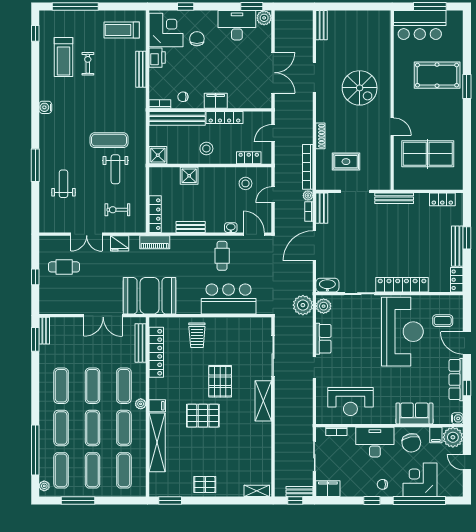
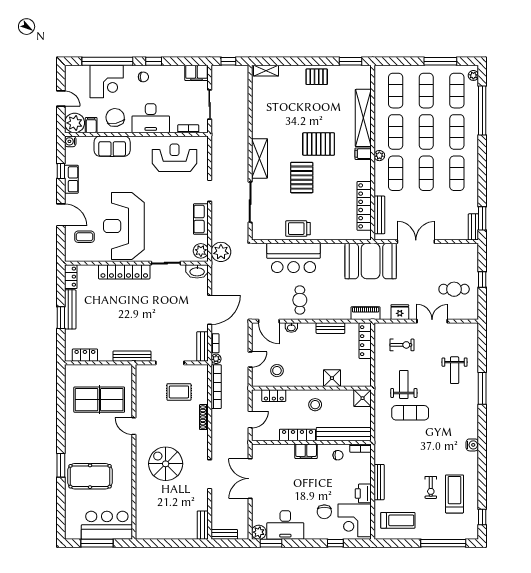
trolley: (197, 335) -> (298, 229), moved, turned -90
row of seats: (456, 380) -> (71, 179), width x0.68
bench: (299, 491) -> (224, 534), moved

